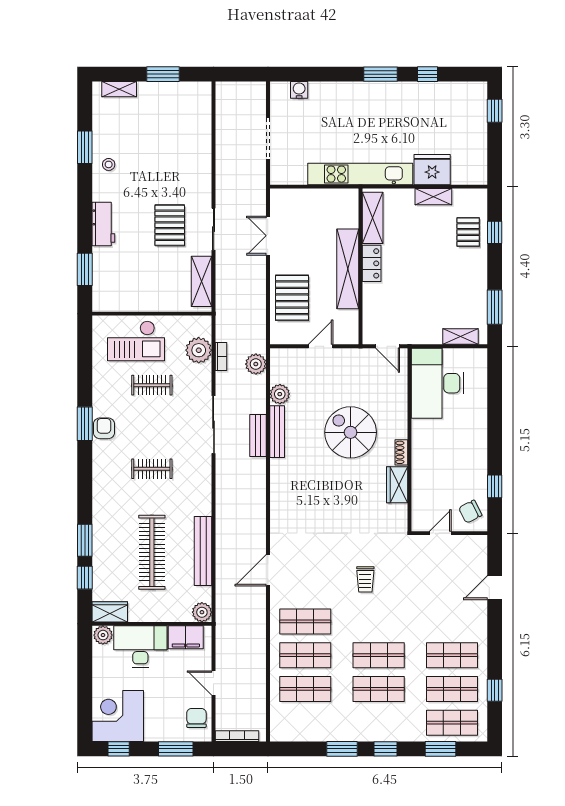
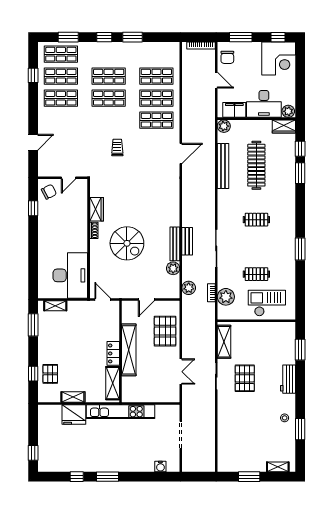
armchair: (104, 428) -> (288, 246), removed

